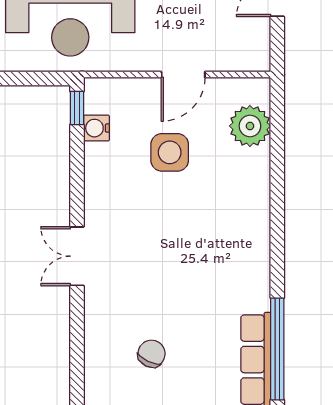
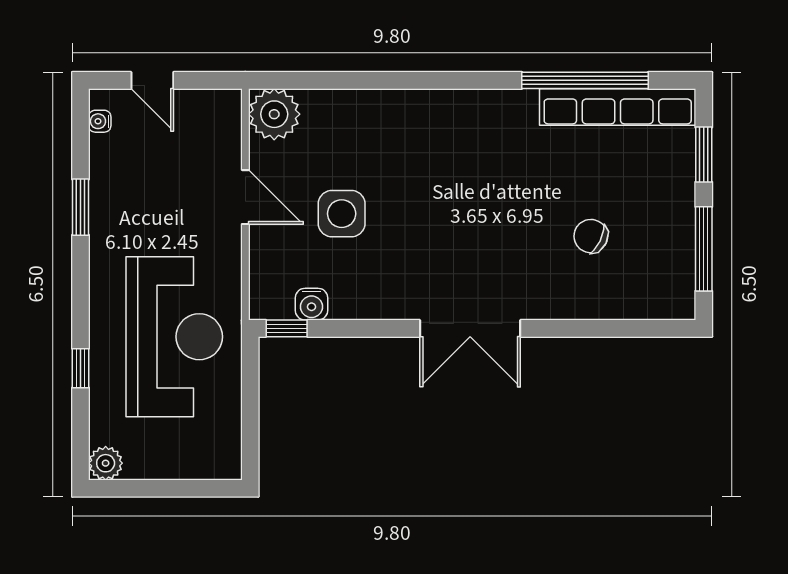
plant: (250, 126) -> (274, 114), moved
double door: (77, 256) -> (470, 328), width x1.37

